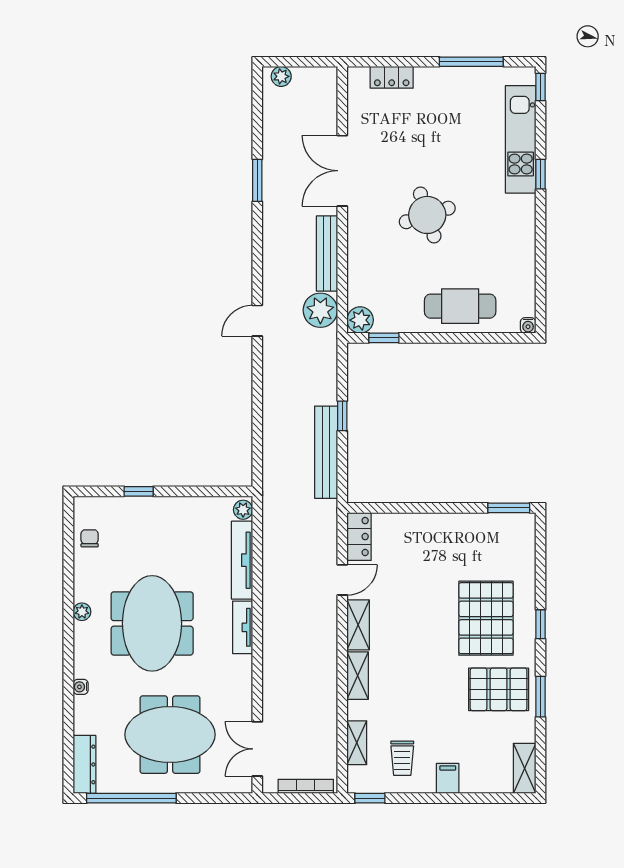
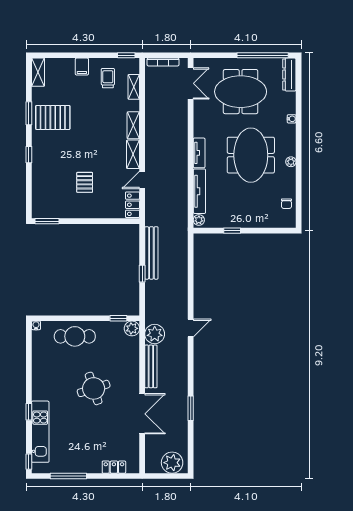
plant: (281, 76) -> (172, 463), width x1.88, depth x1.88
window: (139, 491) -> (232, 231), moved
pallet: (486, 618) -> (85, 182), moved, width x0.49, depth x0.50

